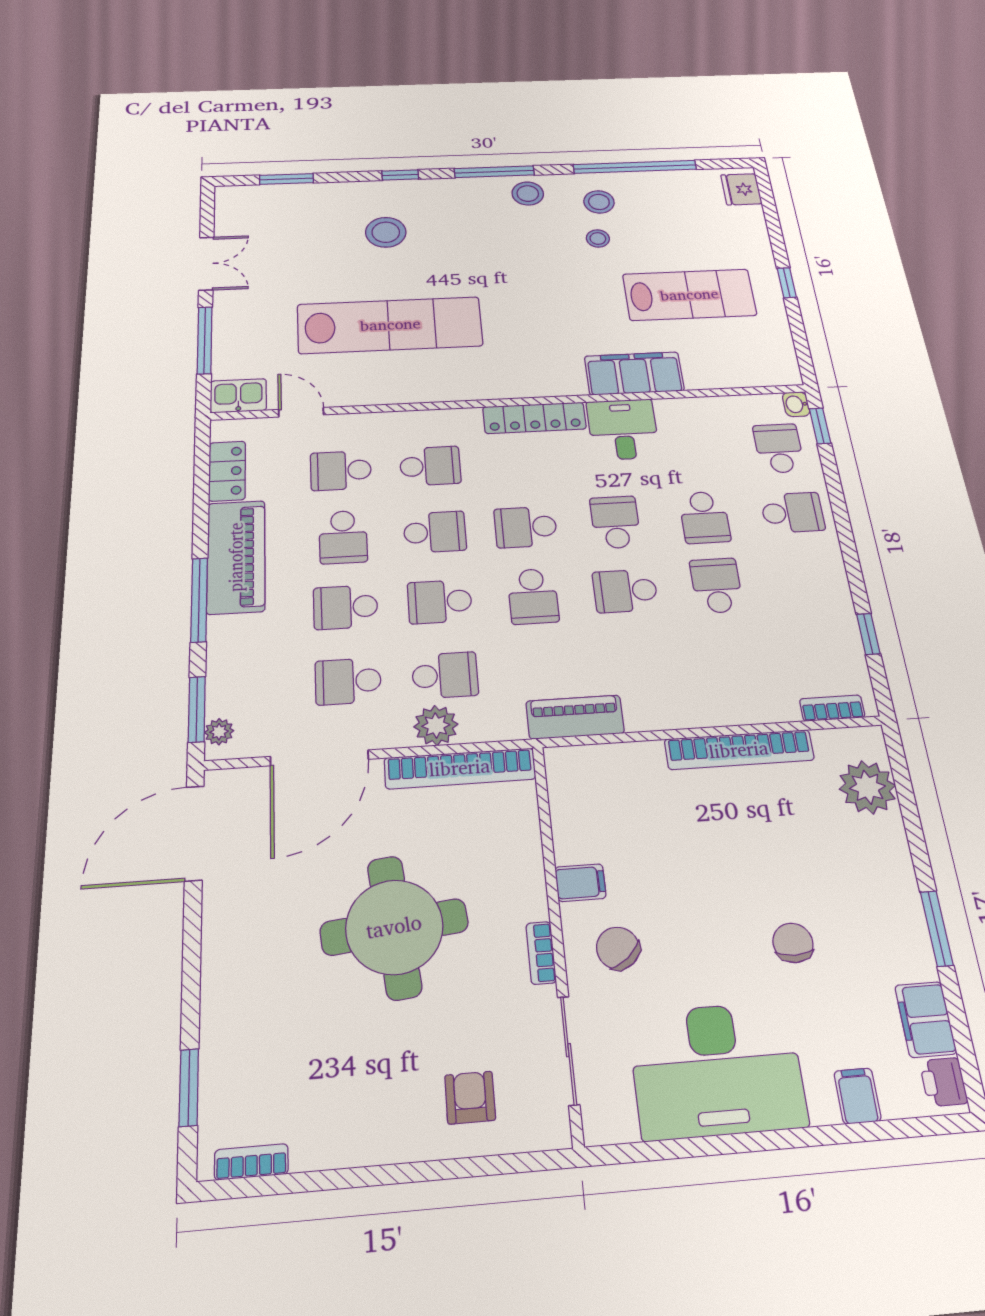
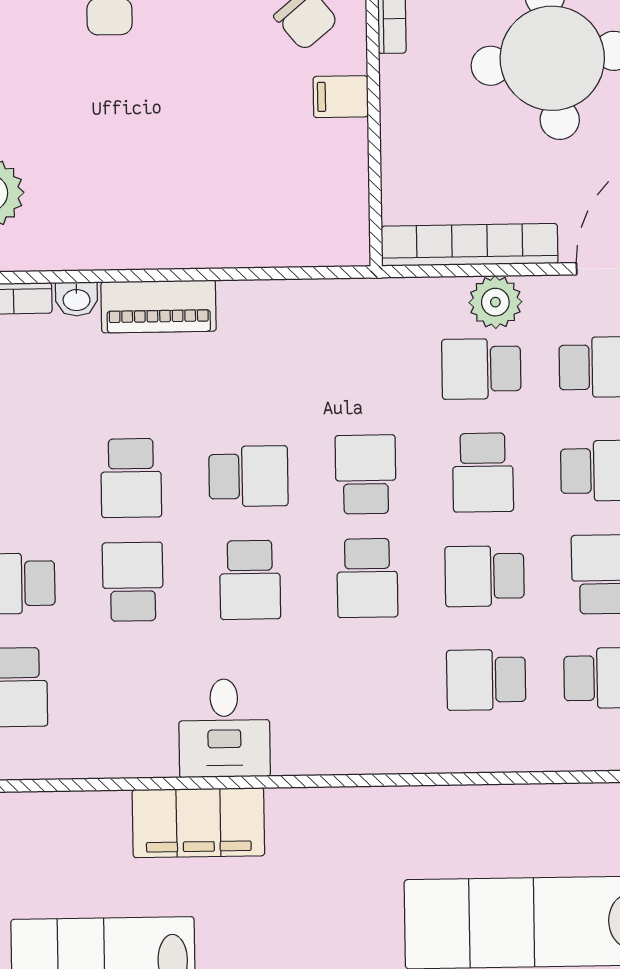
locker: (534, 418) -> (342, 753), removed
school desk: (526, 527) -> (367, 578), turned 90
school desk: (440, 602) -> (483, 473), turned 90
washbasin: (781, 710) -> (76, 299), added
piano: (575, 717) -> (159, 306), moved
bookcase: (739, 750) -> (135, 250), removed

